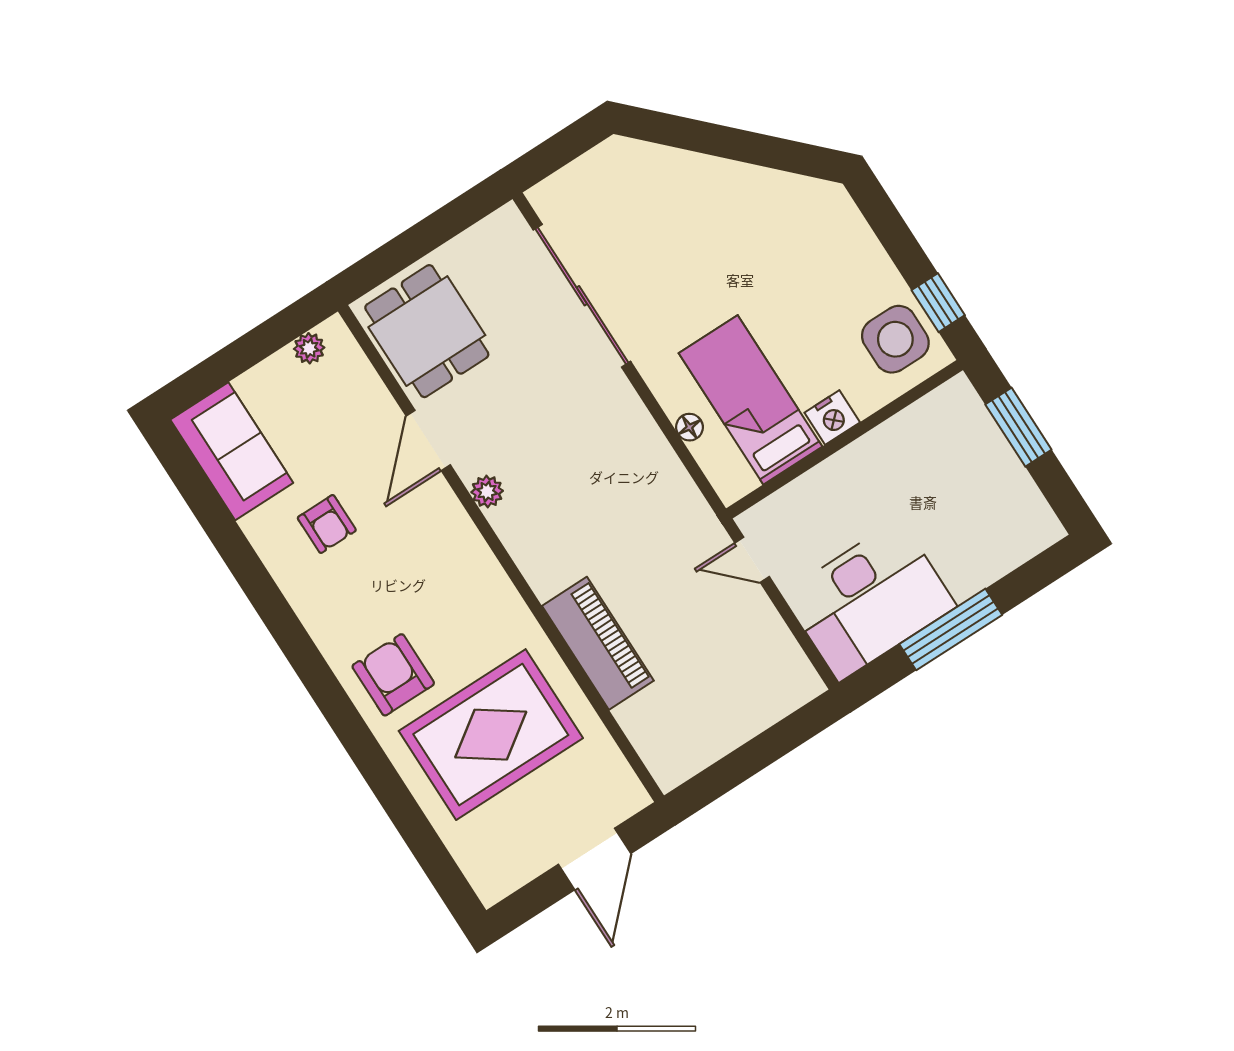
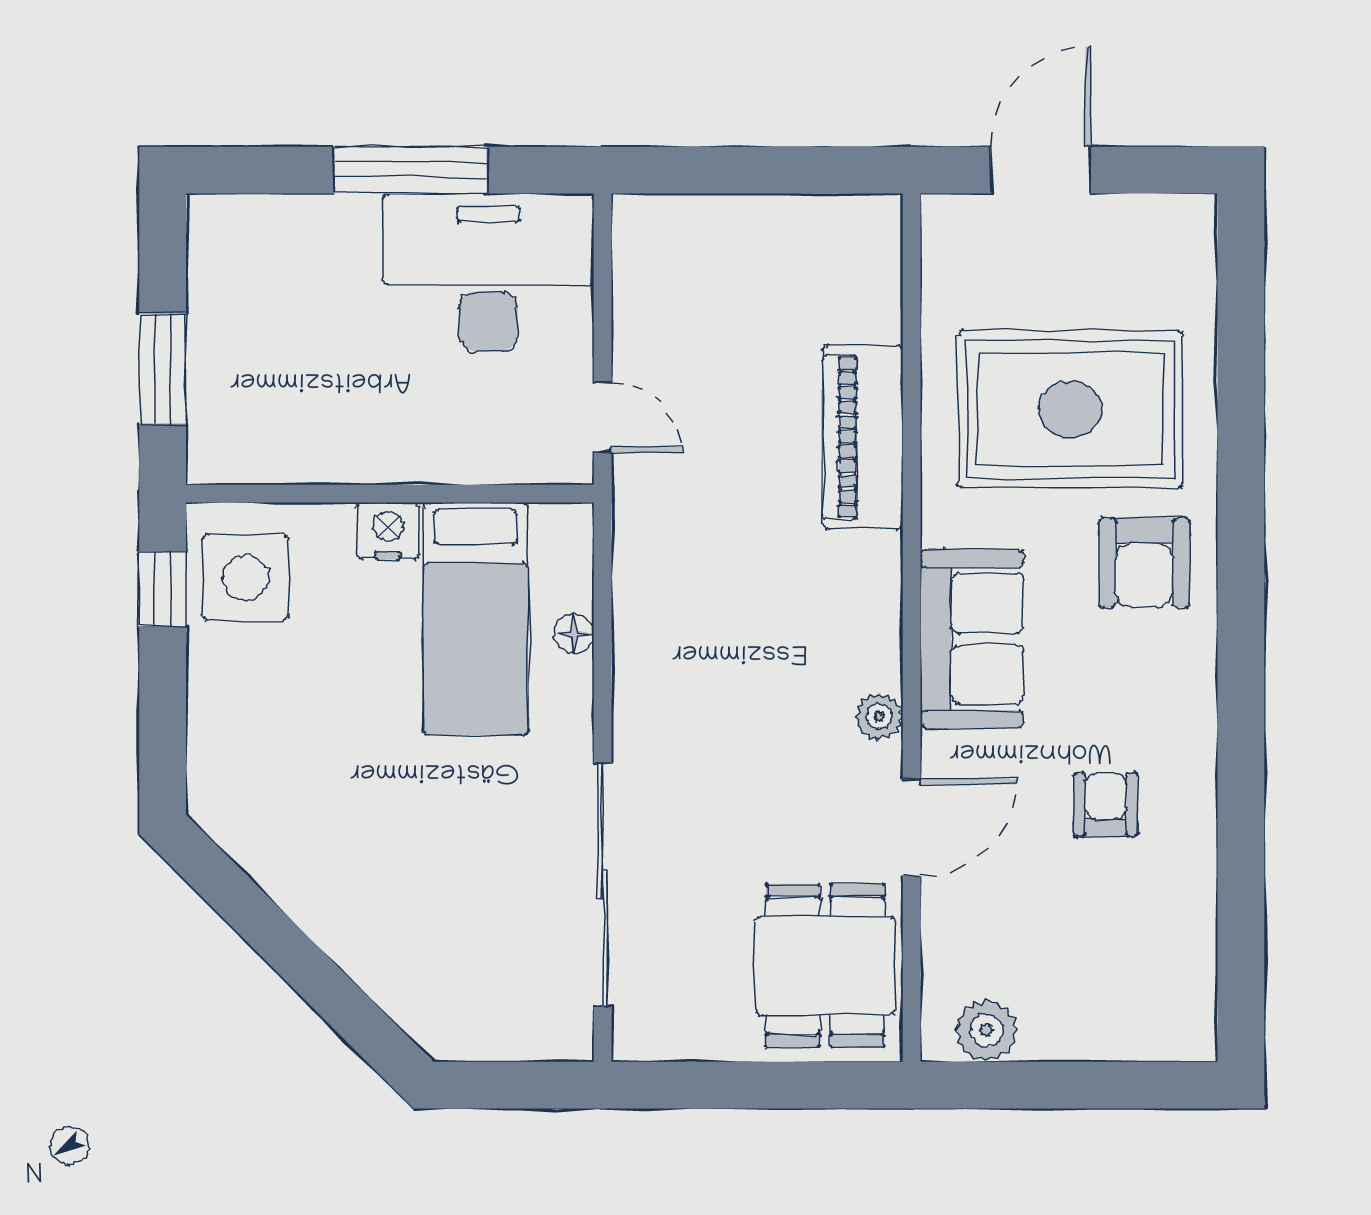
plant: (309, 348) -> (986, 1030), width x1.38, depth x1.38
sofa: (232, 451) -> (972, 639), moved, turned 180

